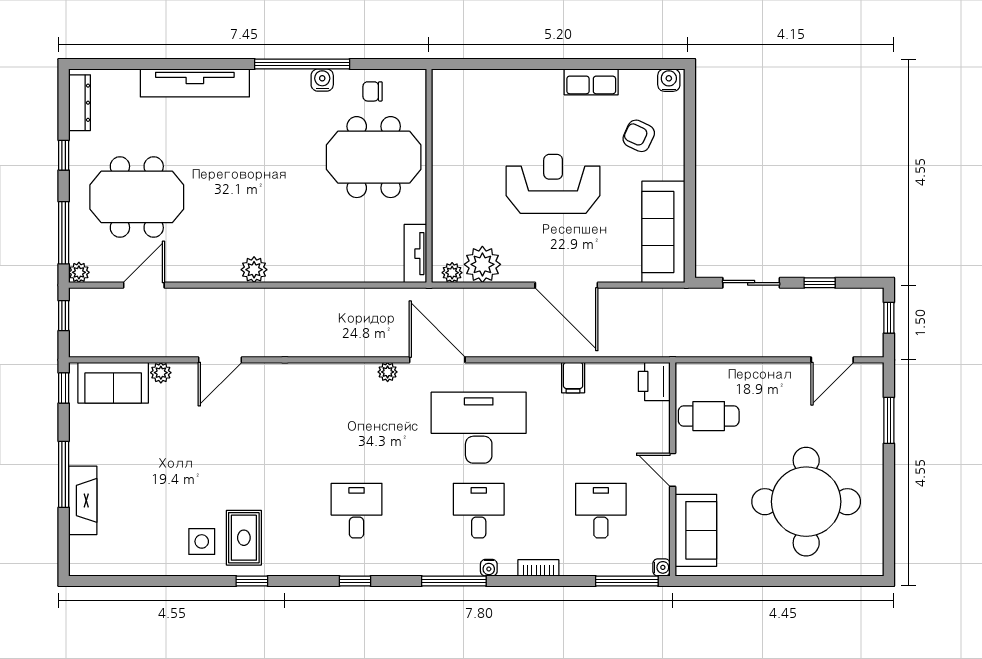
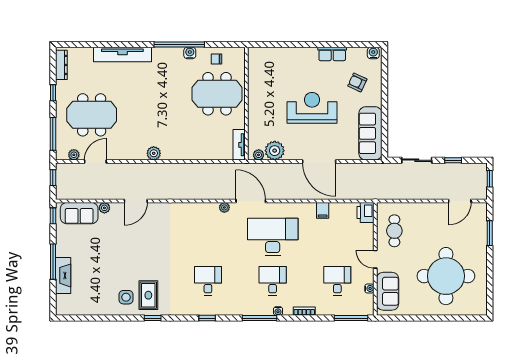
plant: (79, 272) -> (74, 155), moved
cafe table: (709, 416) -> (394, 231), turned 90
water cooler: (661, 567) -> (369, 288), moved

